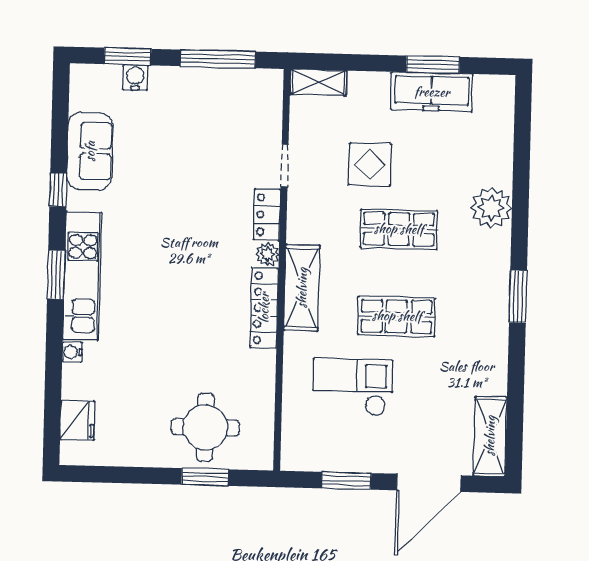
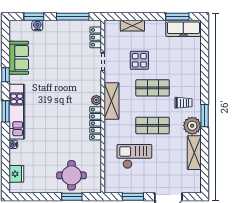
window: (433, 65) -> (177, 17), moved
shelving: (318, 82) -> (132, 26), moved
freezer: (432, 92) -> (183, 28), moved
plant: (491, 208) -> (192, 126), moved
locker: (267, 215) -> (96, 37), moved
trolley: (470, 265) -> (183, 103), added
shelving: (302, 288) -> (111, 101), moved
shelving: (490, 436) -> (194, 153), moved

